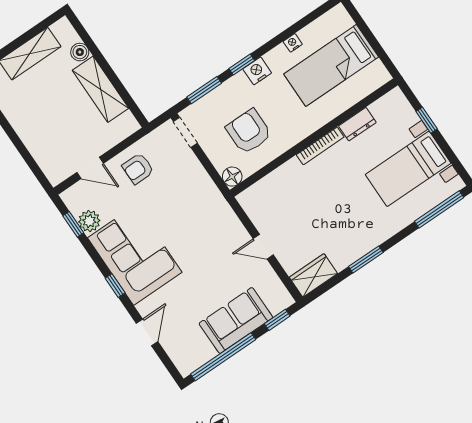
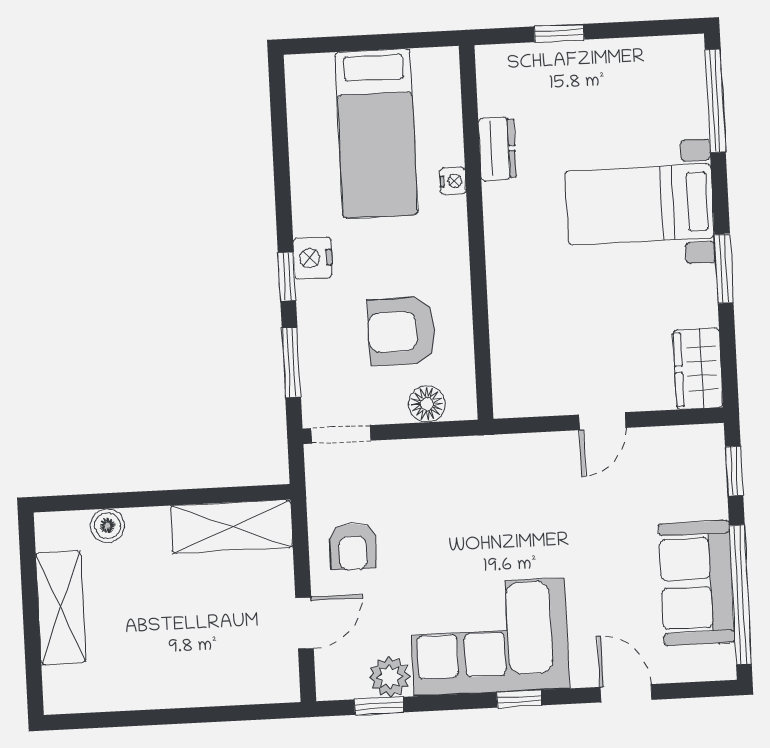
nightstand: (293, 43) -> (453, 181), moved, turned 180
shelving: (101, 89) -> (232, 527), moved
bookcase: (320, 146) -> (496, 230), removed
bed with nightstands: (408, 169) -> (640, 204), moved, turned 90
floor lamp: (232, 177) -> (427, 404), moved
sofa: (236, 320) -> (697, 583), moved

